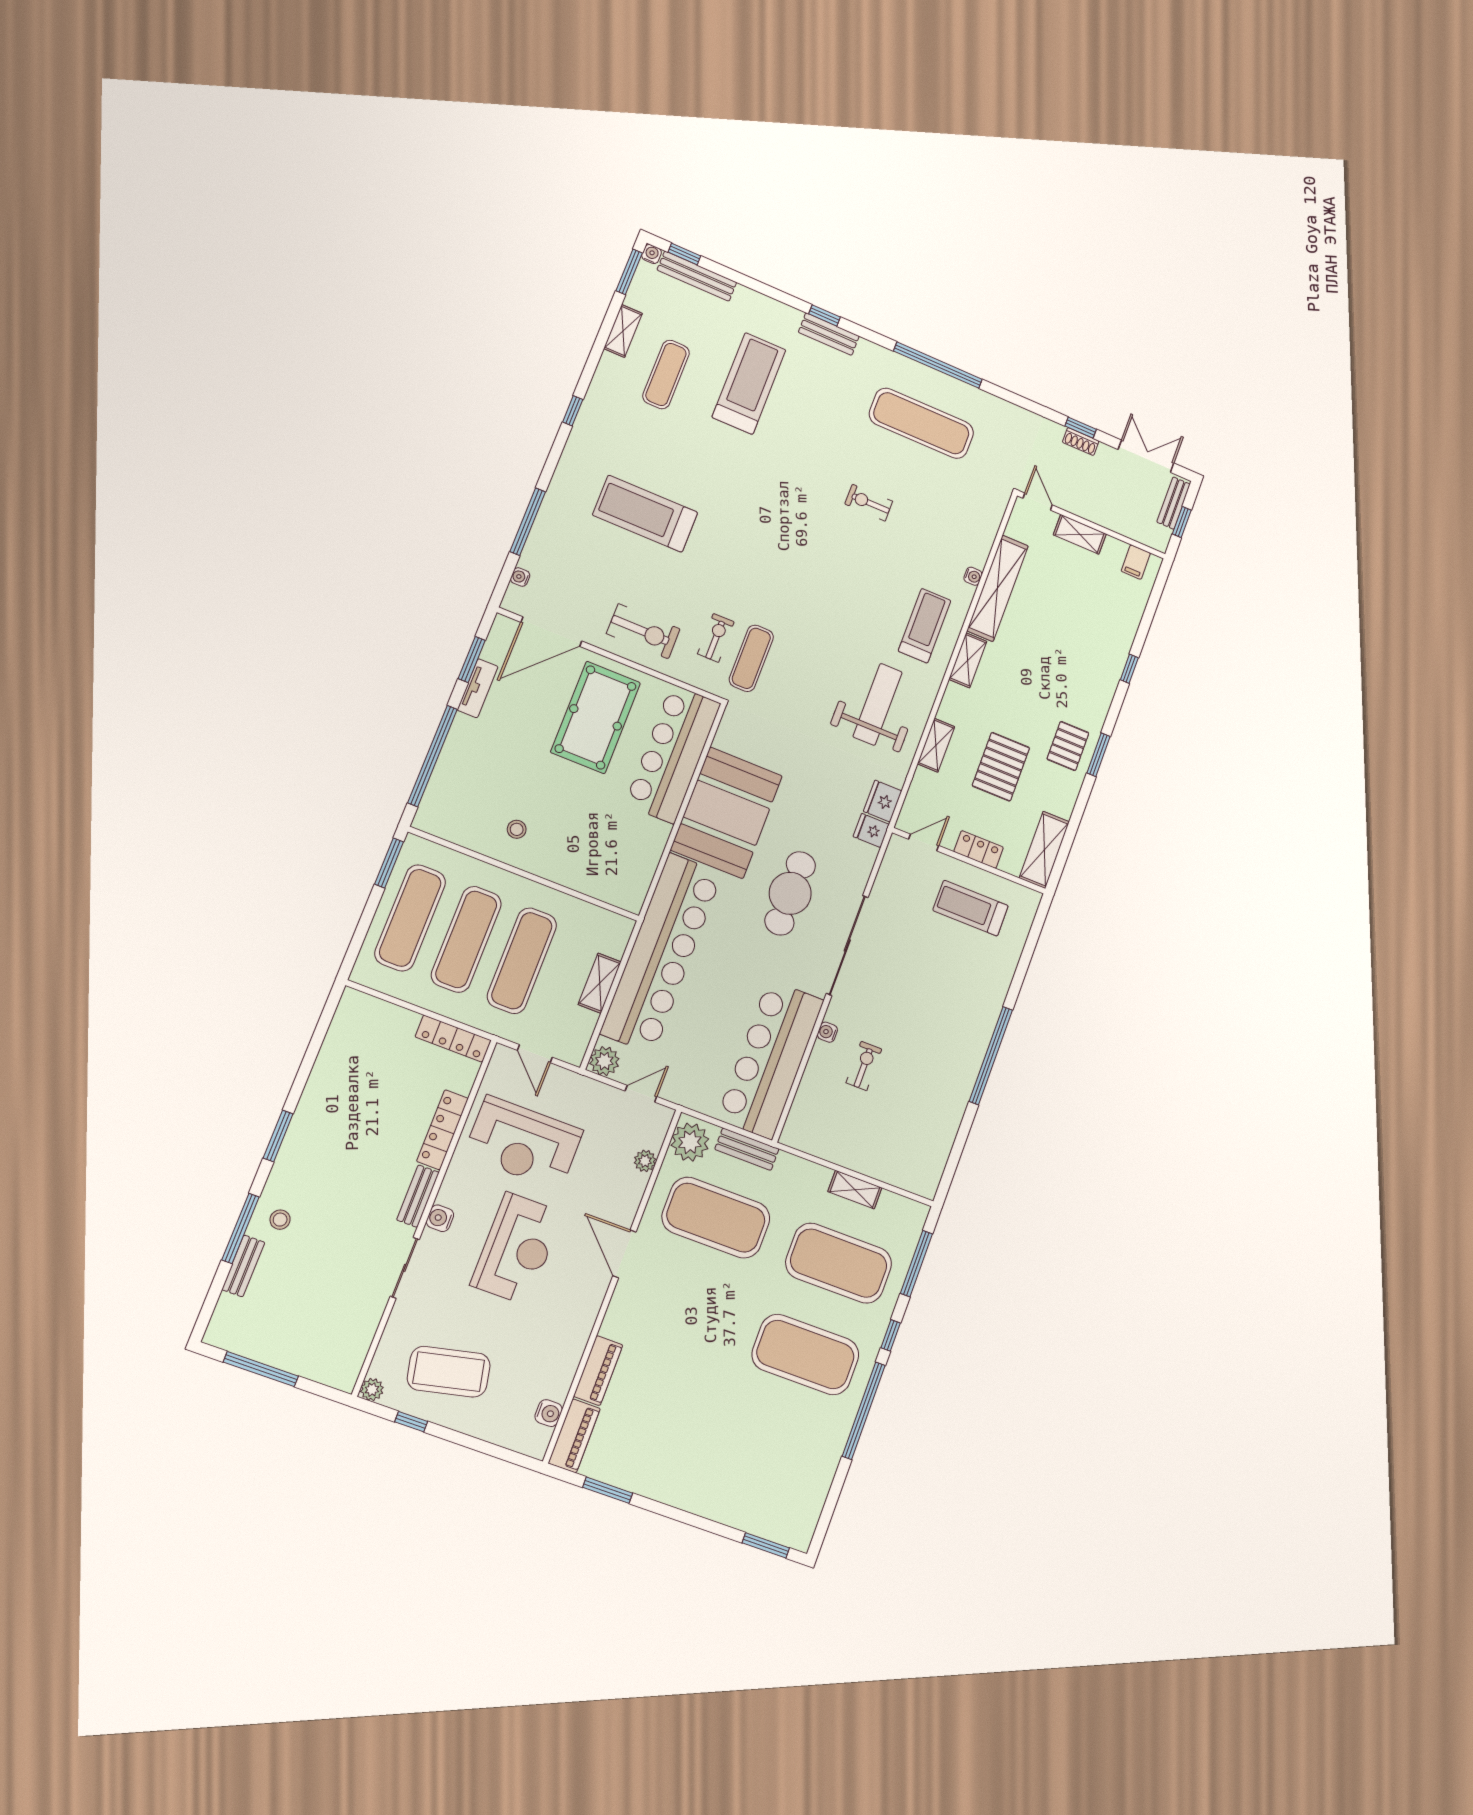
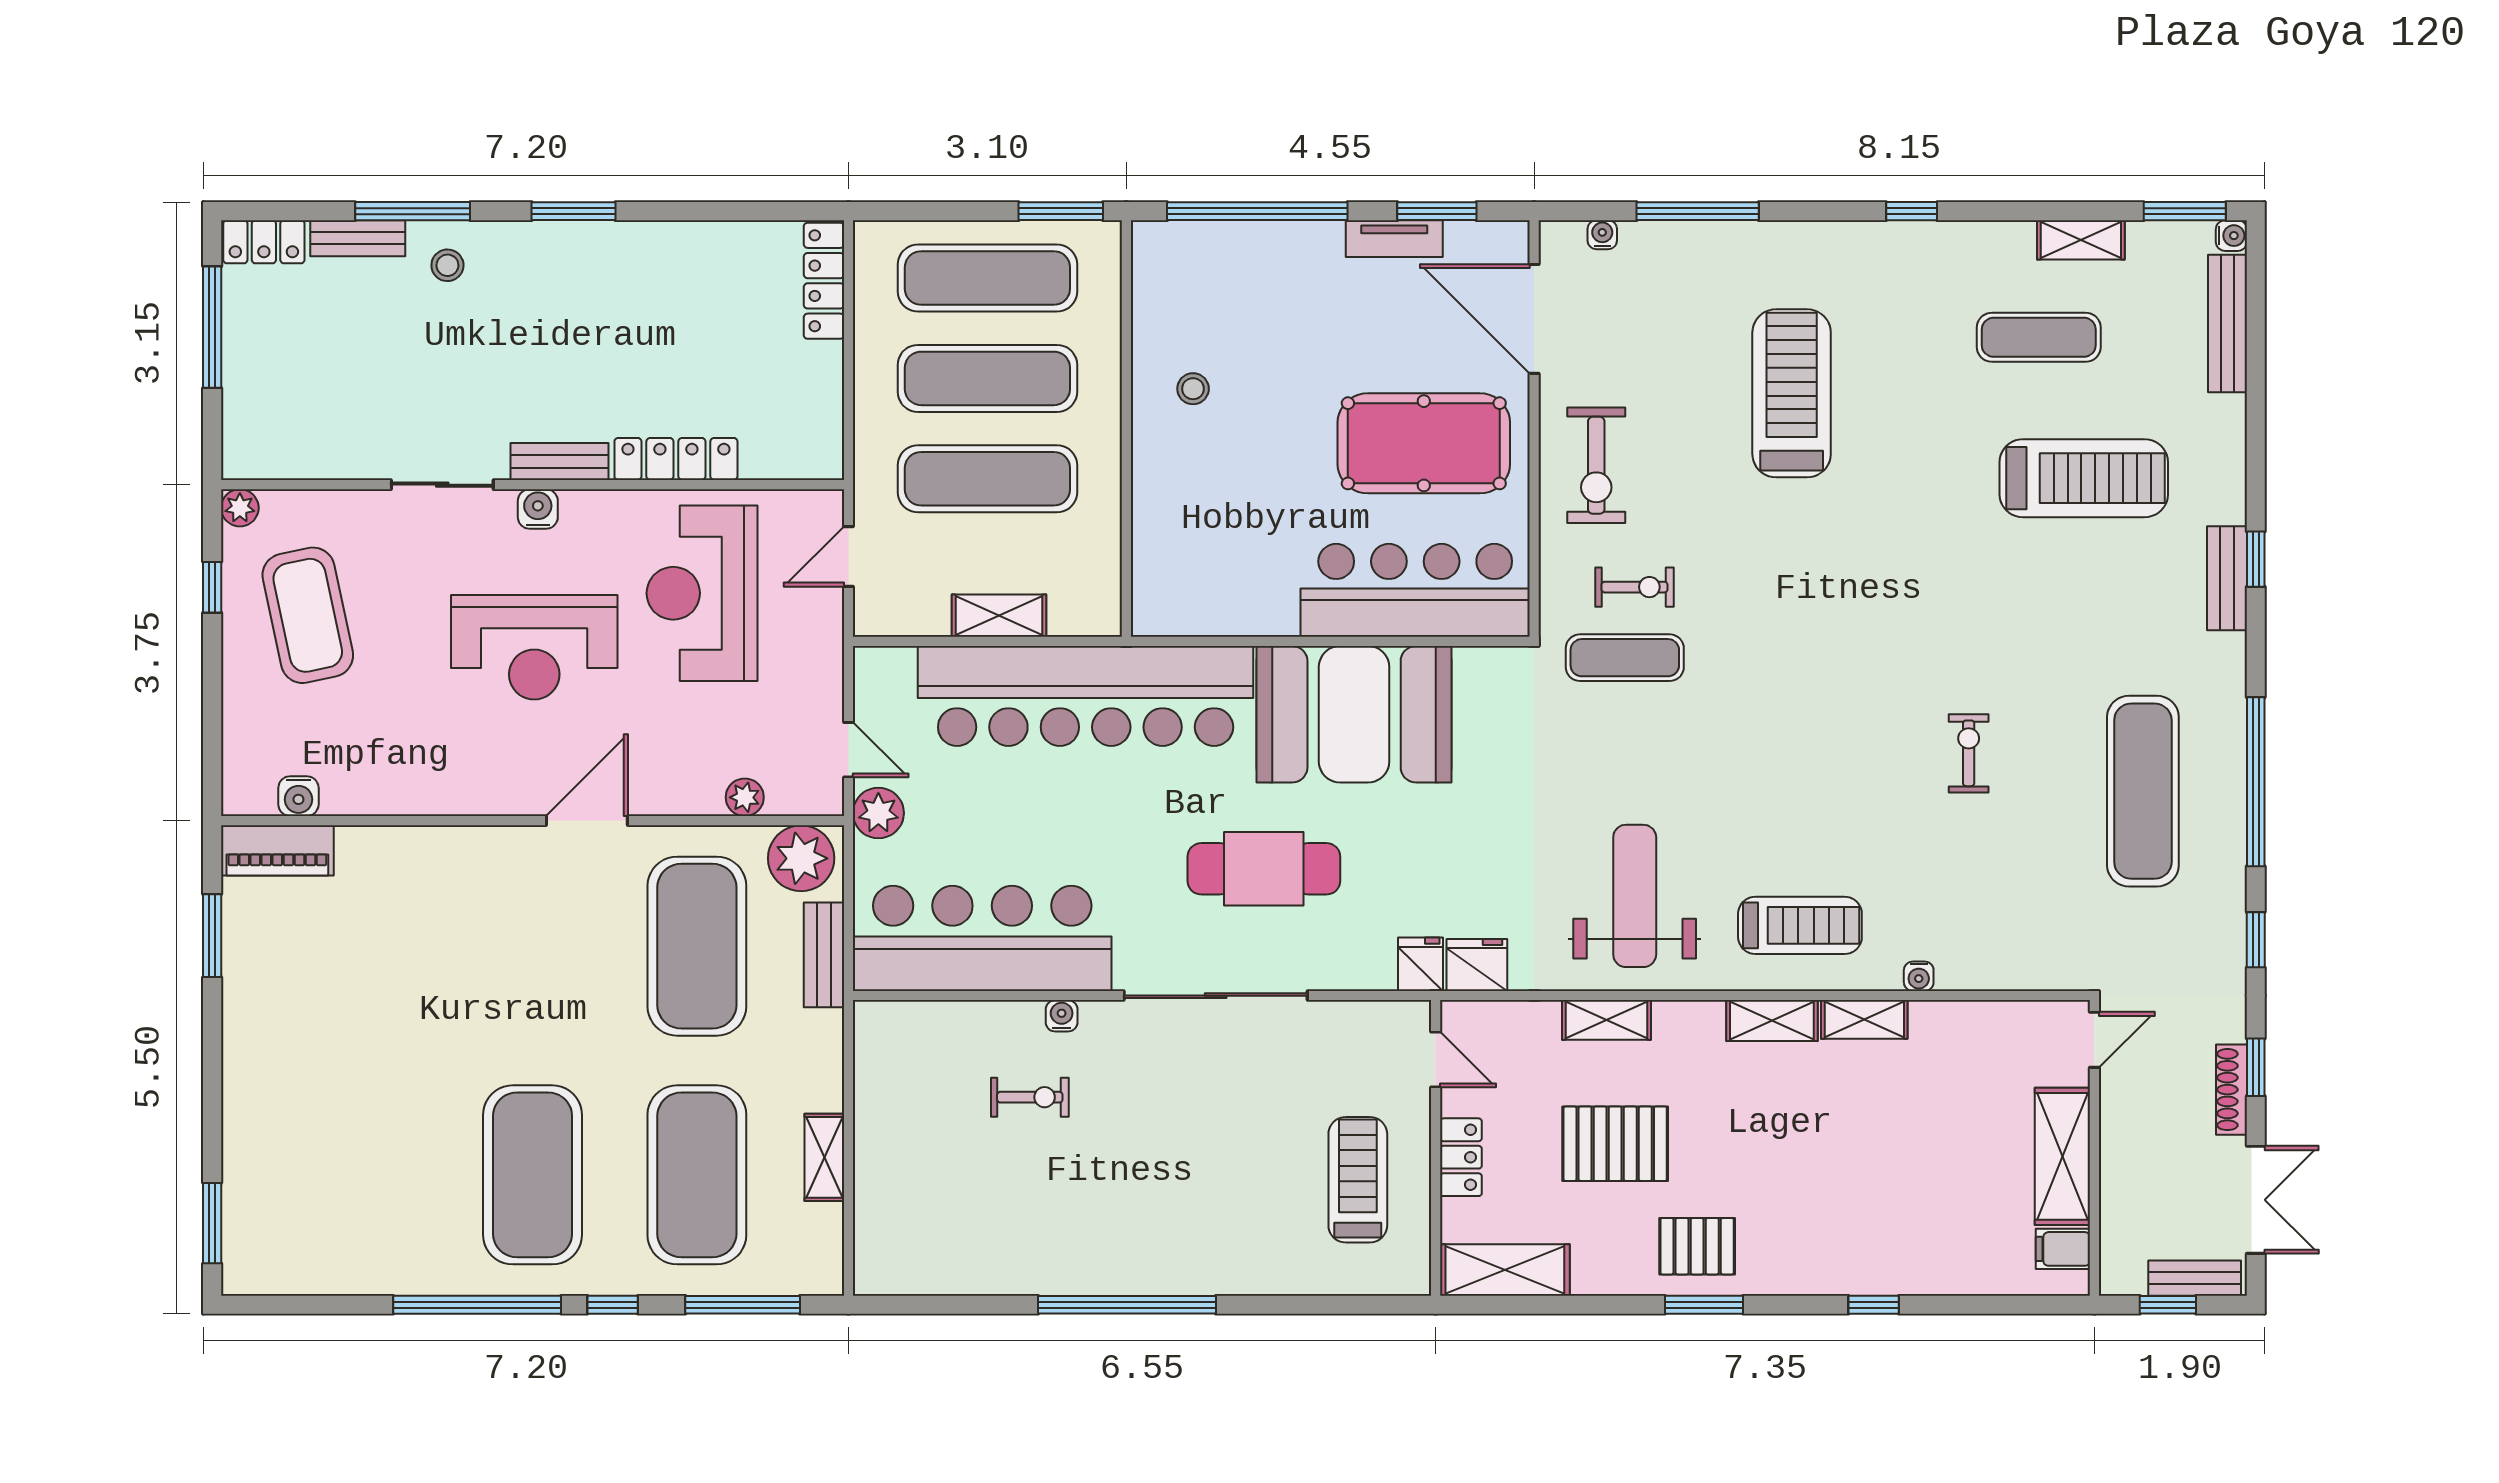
window: (684, 254) -> (2256, 940), moved
shoe rack: (1081, 442) -> (2231, 1090), width x1.43
shelving: (1080, 534) -> (2062, 1156), width x1.50, depth x1.33
shelving: (998, 588) -> (1864, 1019), width x0.45, depth x0.75
weight bench: (878, 704) -> (1635, 896), turned -90
locker: (453, 1039) -> (824, 281), moved
plant: (604, 1061) -> (878, 813), moved
locker: (223, 1321) -> (264, 242), added
piano: (598, 1371) -> (391, 849), removed

